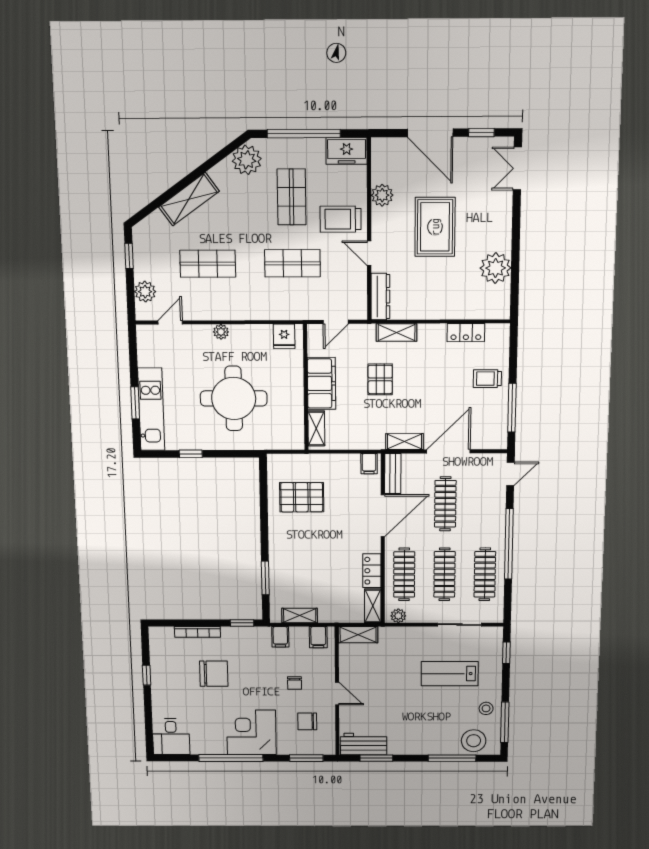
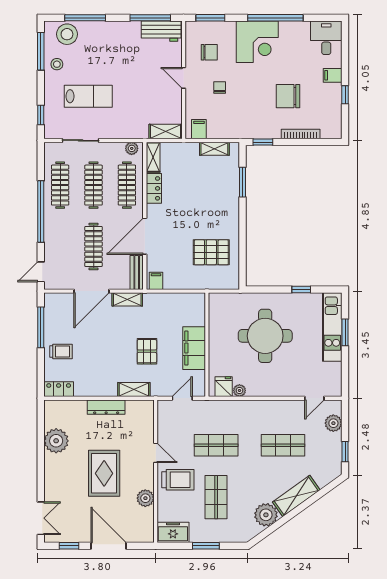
window: (304, 134) -> (206, 546), width x0.47
plant: (247, 160) -> (266, 515), moved
dresser: (380, 297) -> (106, 407), moved, turned -90
plant: (221, 332) -> (239, 390), moved
locker: (466, 333) -> (59, 389), moved
shelving: (316, 428) -> (199, 311), removed
filing cabinet: (280, 637) -> (333, 75), moved, turned -90
window: (376, 758) -> (150, 18), width x1.44

